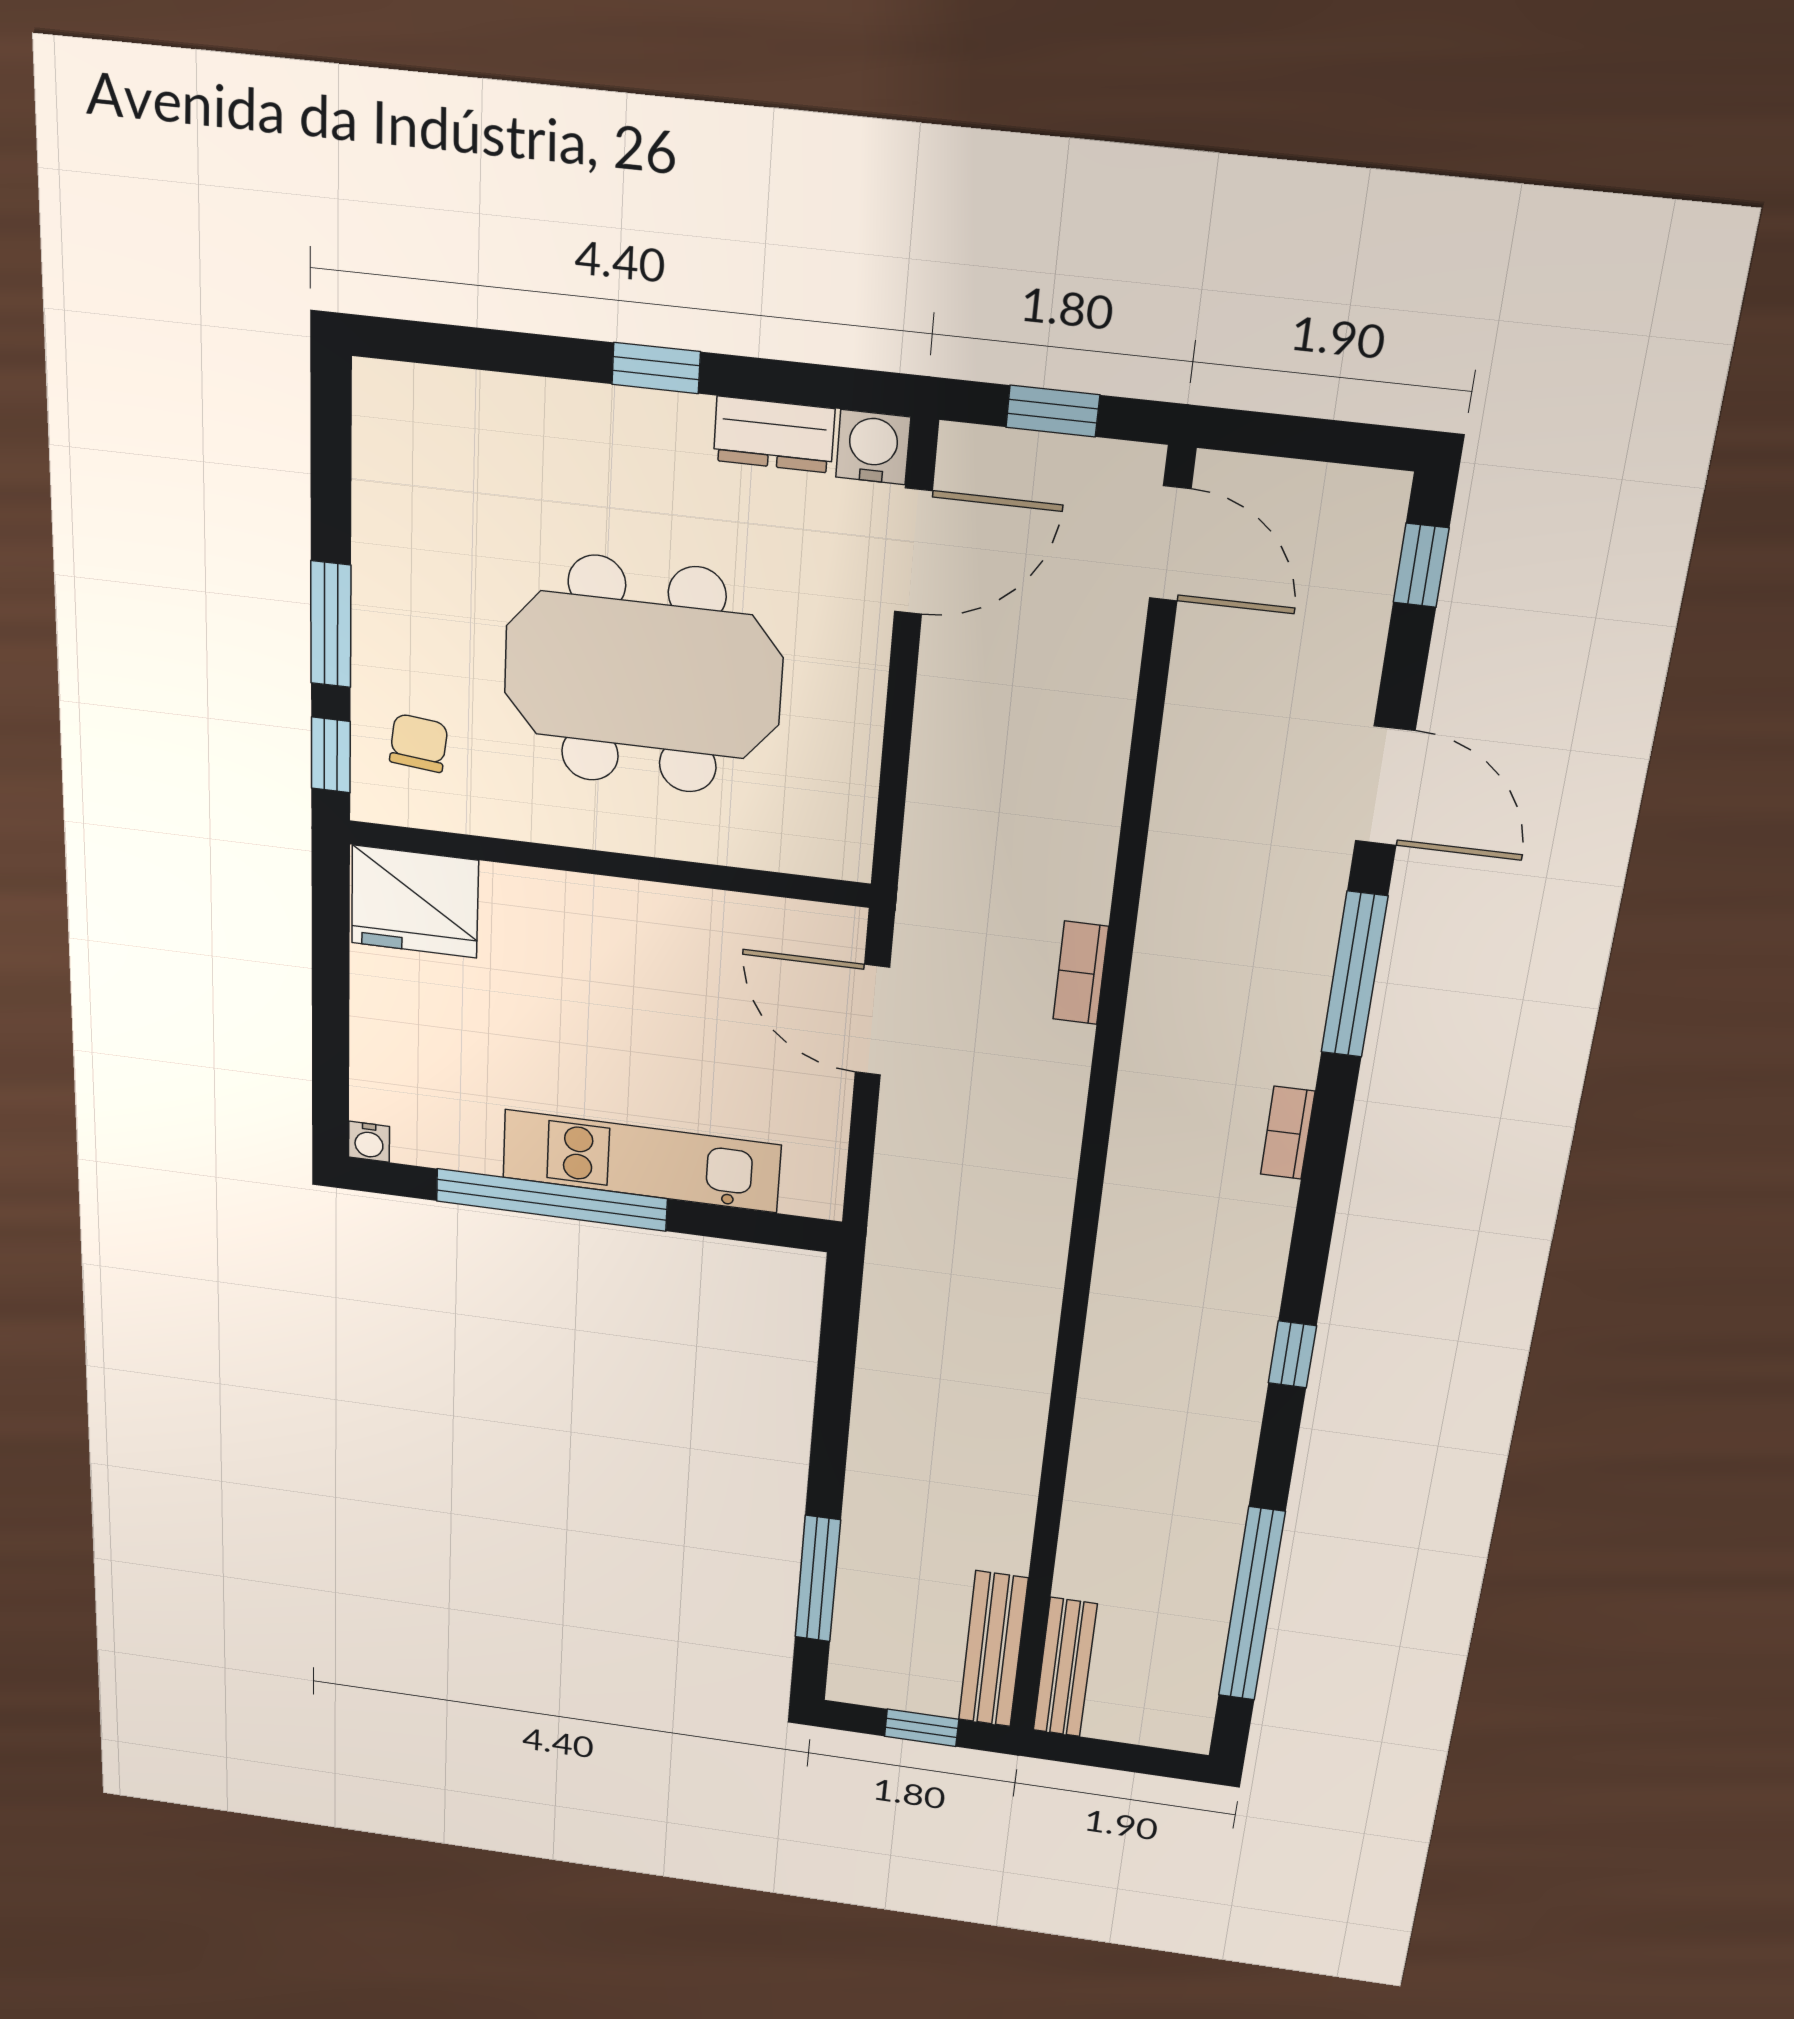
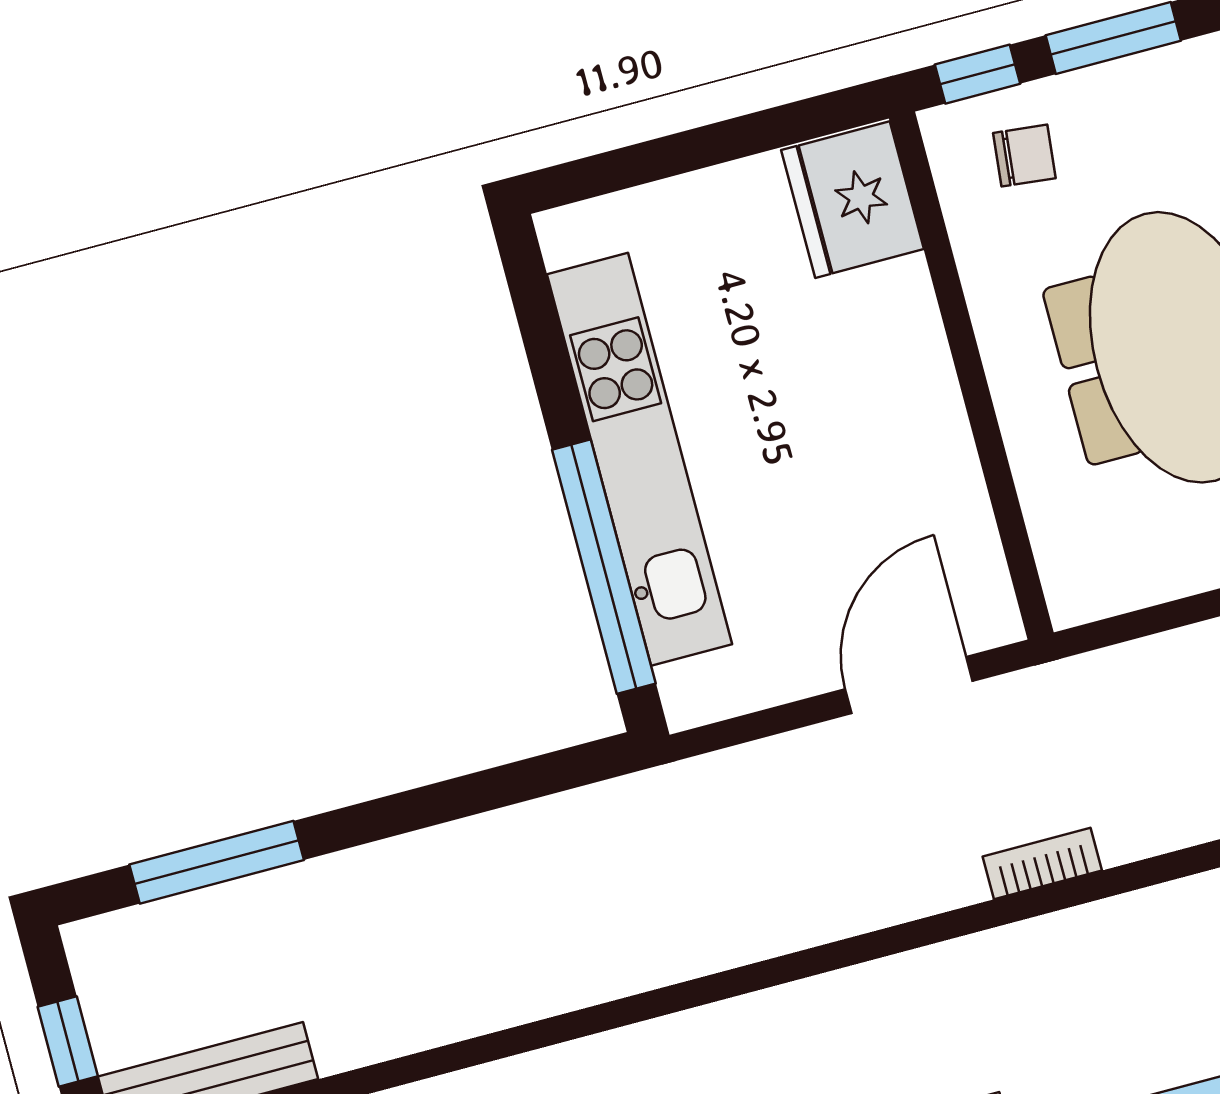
water cooler: (369, 1142) -> (558, 230), removed
kitchen unit: (641, 1161) -> (640, 459), width x1.36
window: (551, 1200) -> (604, 567), moved

